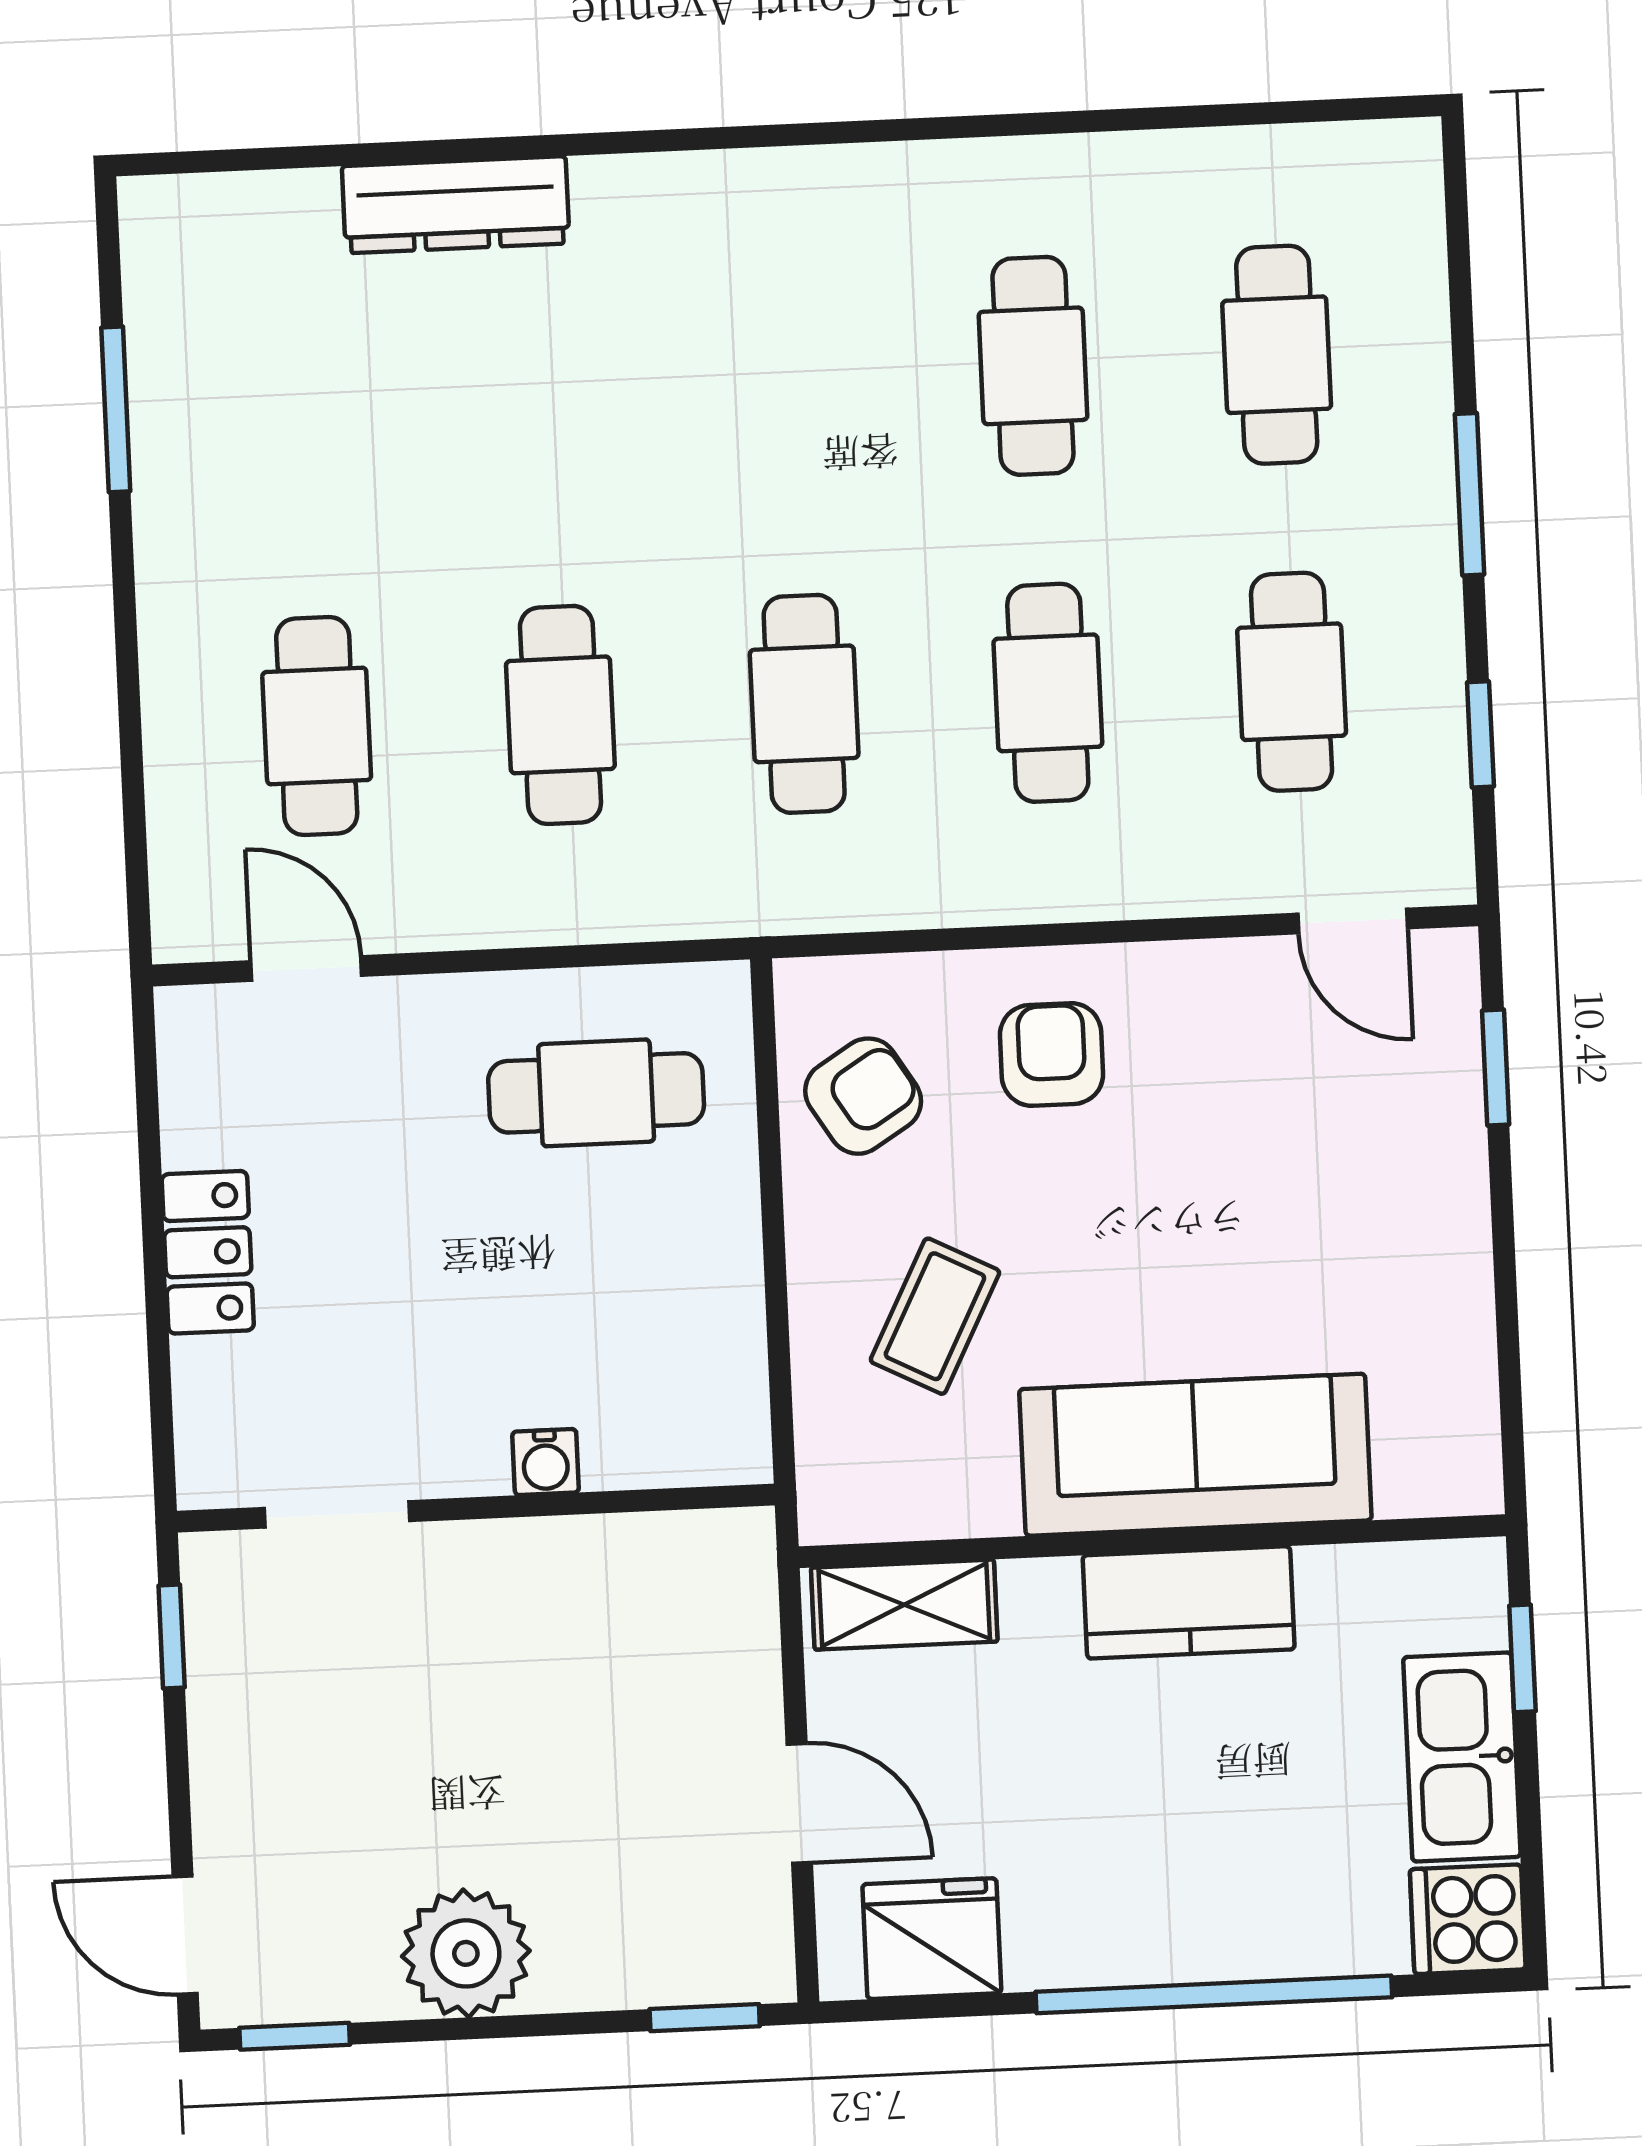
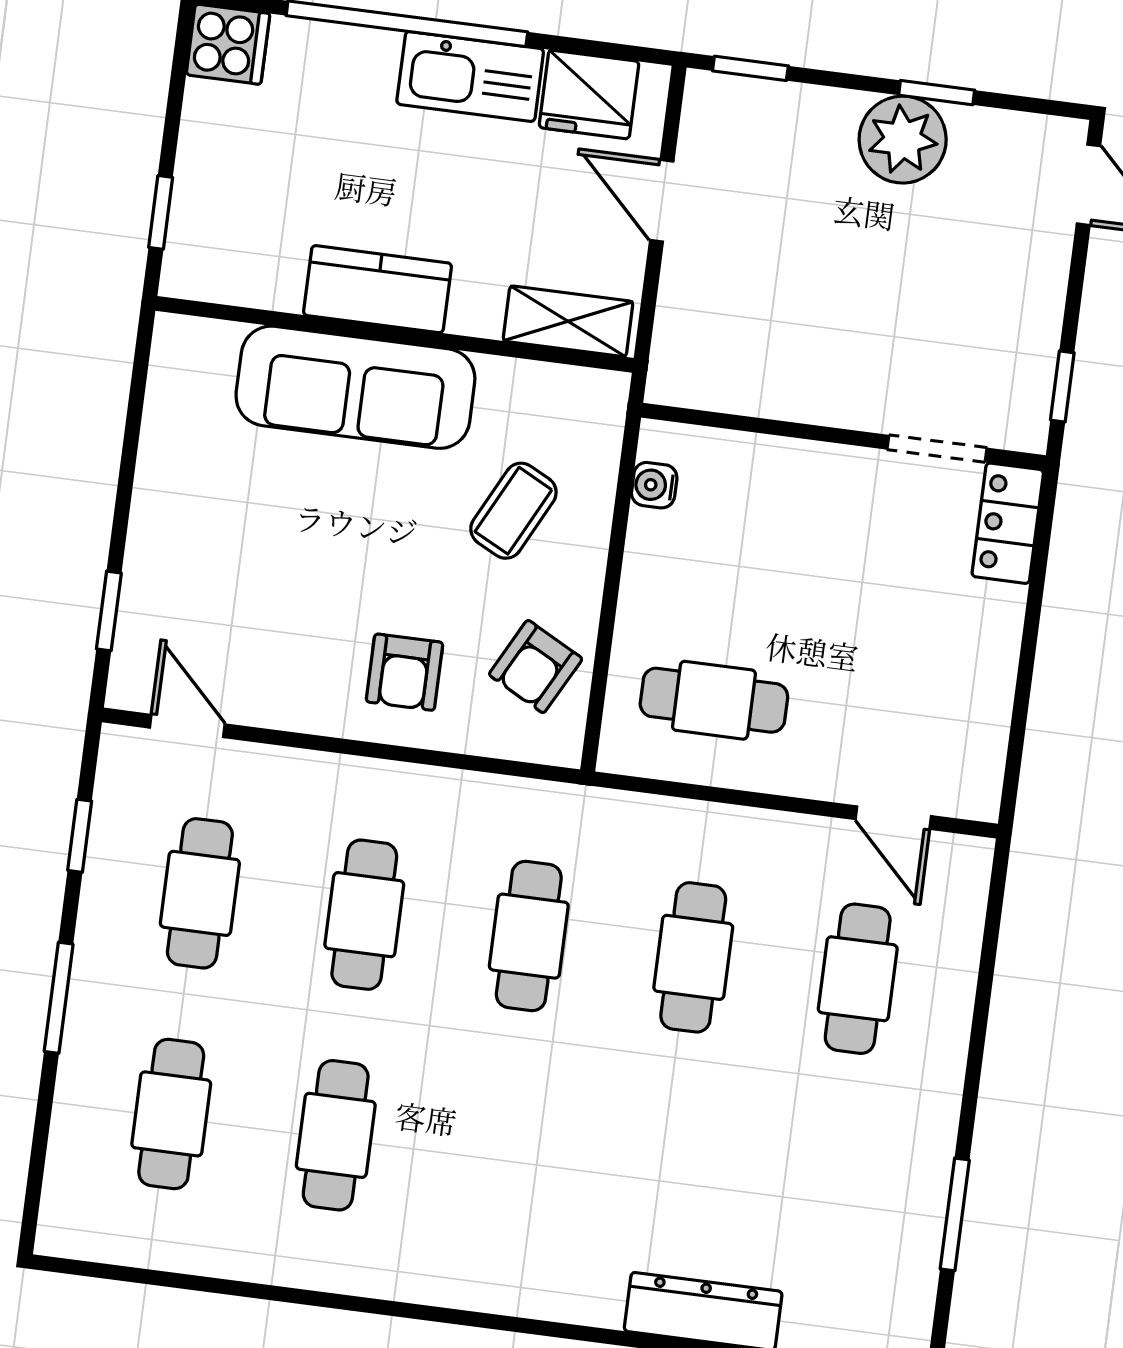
armchair: (863, 1096) -> (536, 667), turned -30
locker: (208, 1252) -> (1008, 523), moved
water cooler: (546, 1462) -> (654, 485), moved, turned -90
kitchen sink: (1462, 1757) -> (470, 77), moved, turned 90
window: (295, 2036) -> (937, 93), moved

